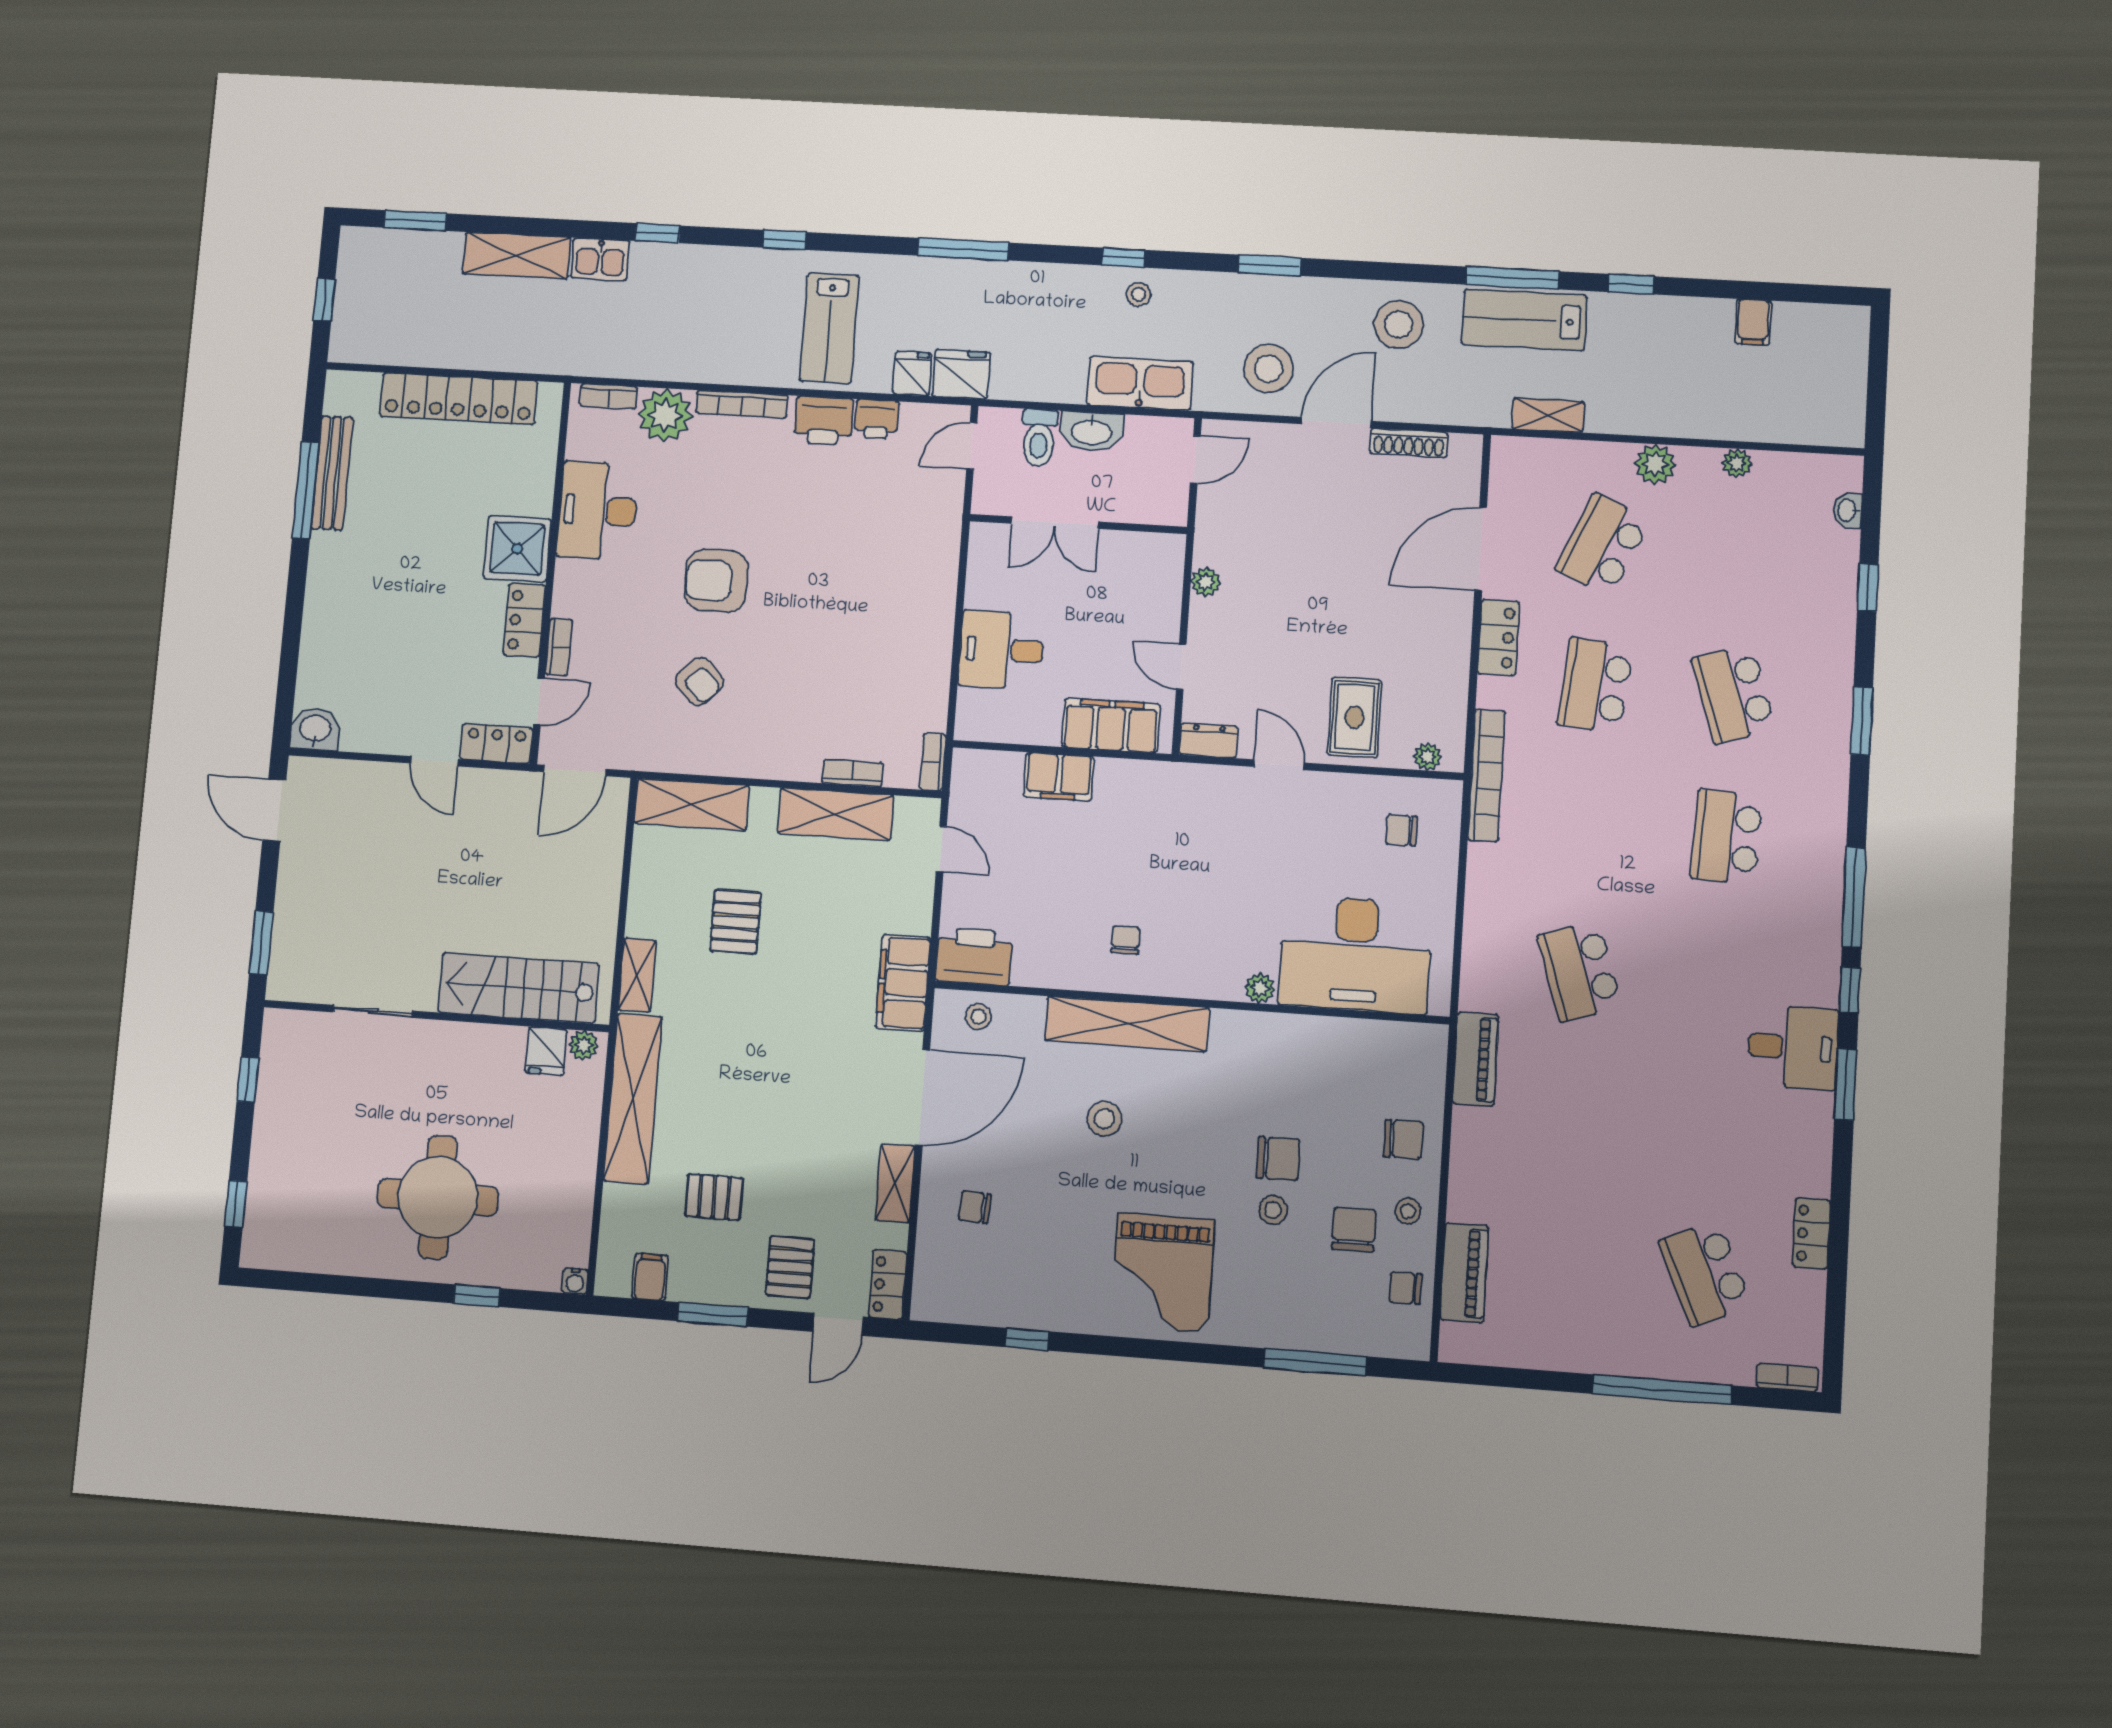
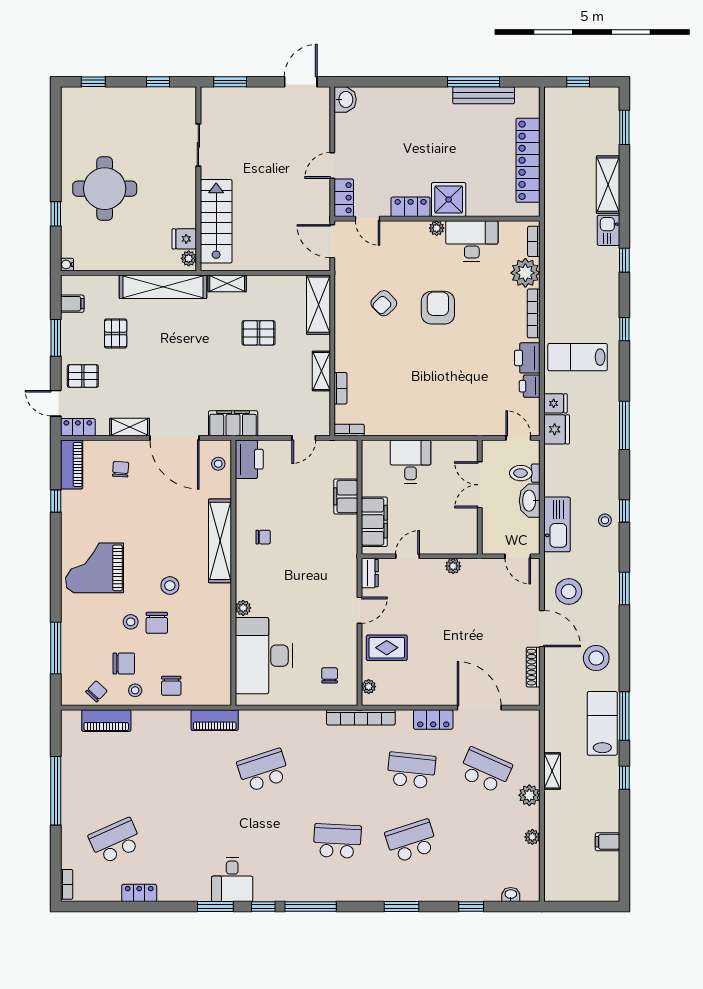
shelving: (1548, 415) -> (552, 771), moved
plant: (568, 574) -> (437, 228), added
bookcase: (559, 647) -> (397, 227), removed
shelving: (835, 814) -> (321, 371), width x0.67, depth x0.75
stool: (1104, 1119) -> (170, 586), moved
chair: (1405, 1288) -> (96, 691), turned 43
piano: (959, 1302) -> (72, 464), added
window: (1662, 1390) -> (56, 791), moved

